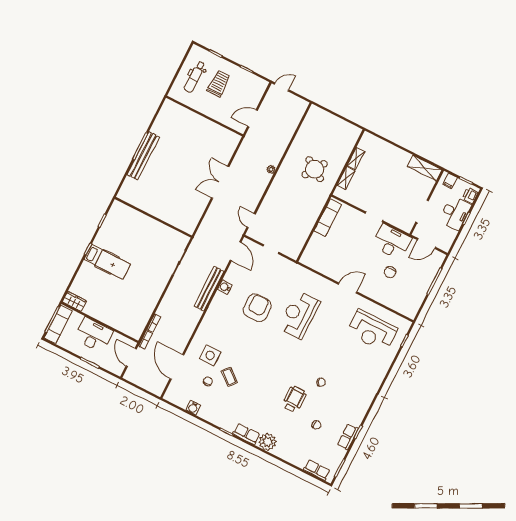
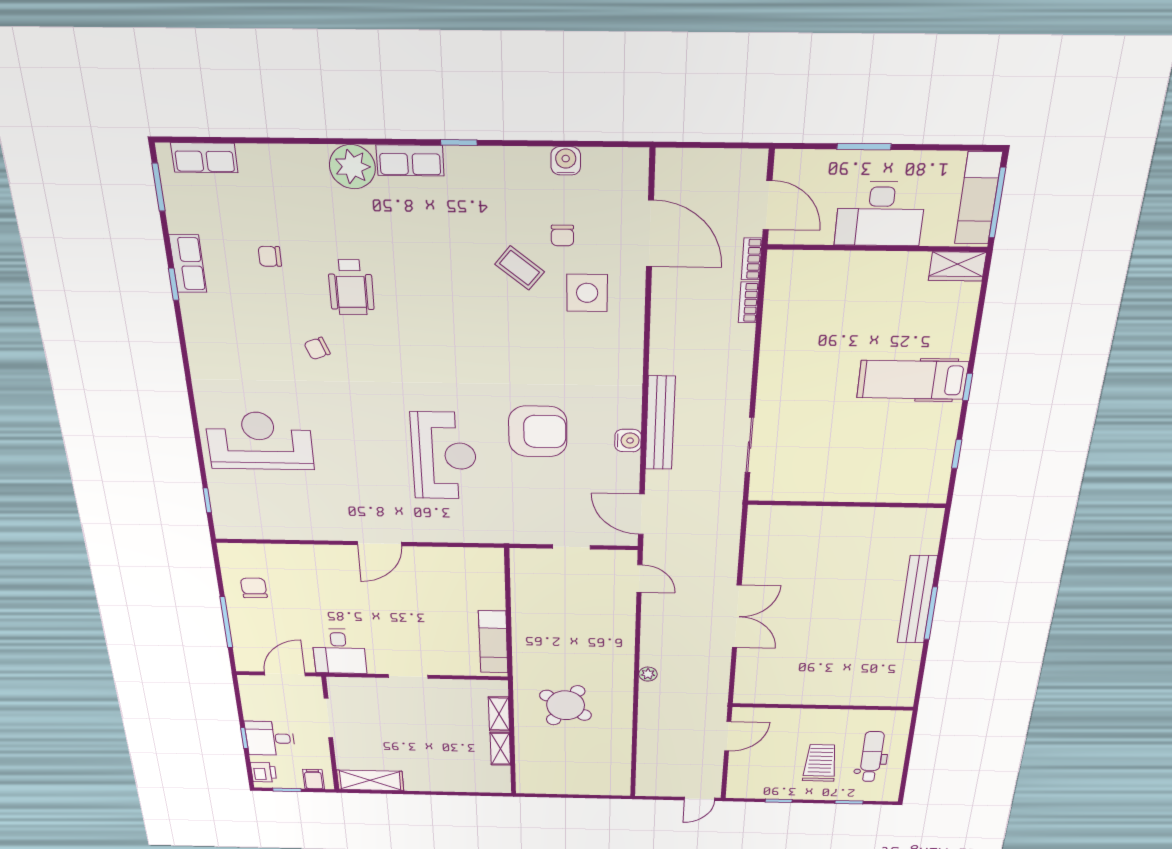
trolley: (219, 84) -> (820, 763), turned 180
desk: (455, 213) -> (270, 738), width x0.73
desk: (392, 242) -> (339, 651), width x0.73
chair: (390, 272) -> (254, 588), moved
armchair: (257, 308) -> (538, 431), turned -90
reception desk: (372, 331) -> (260, 441), moved

